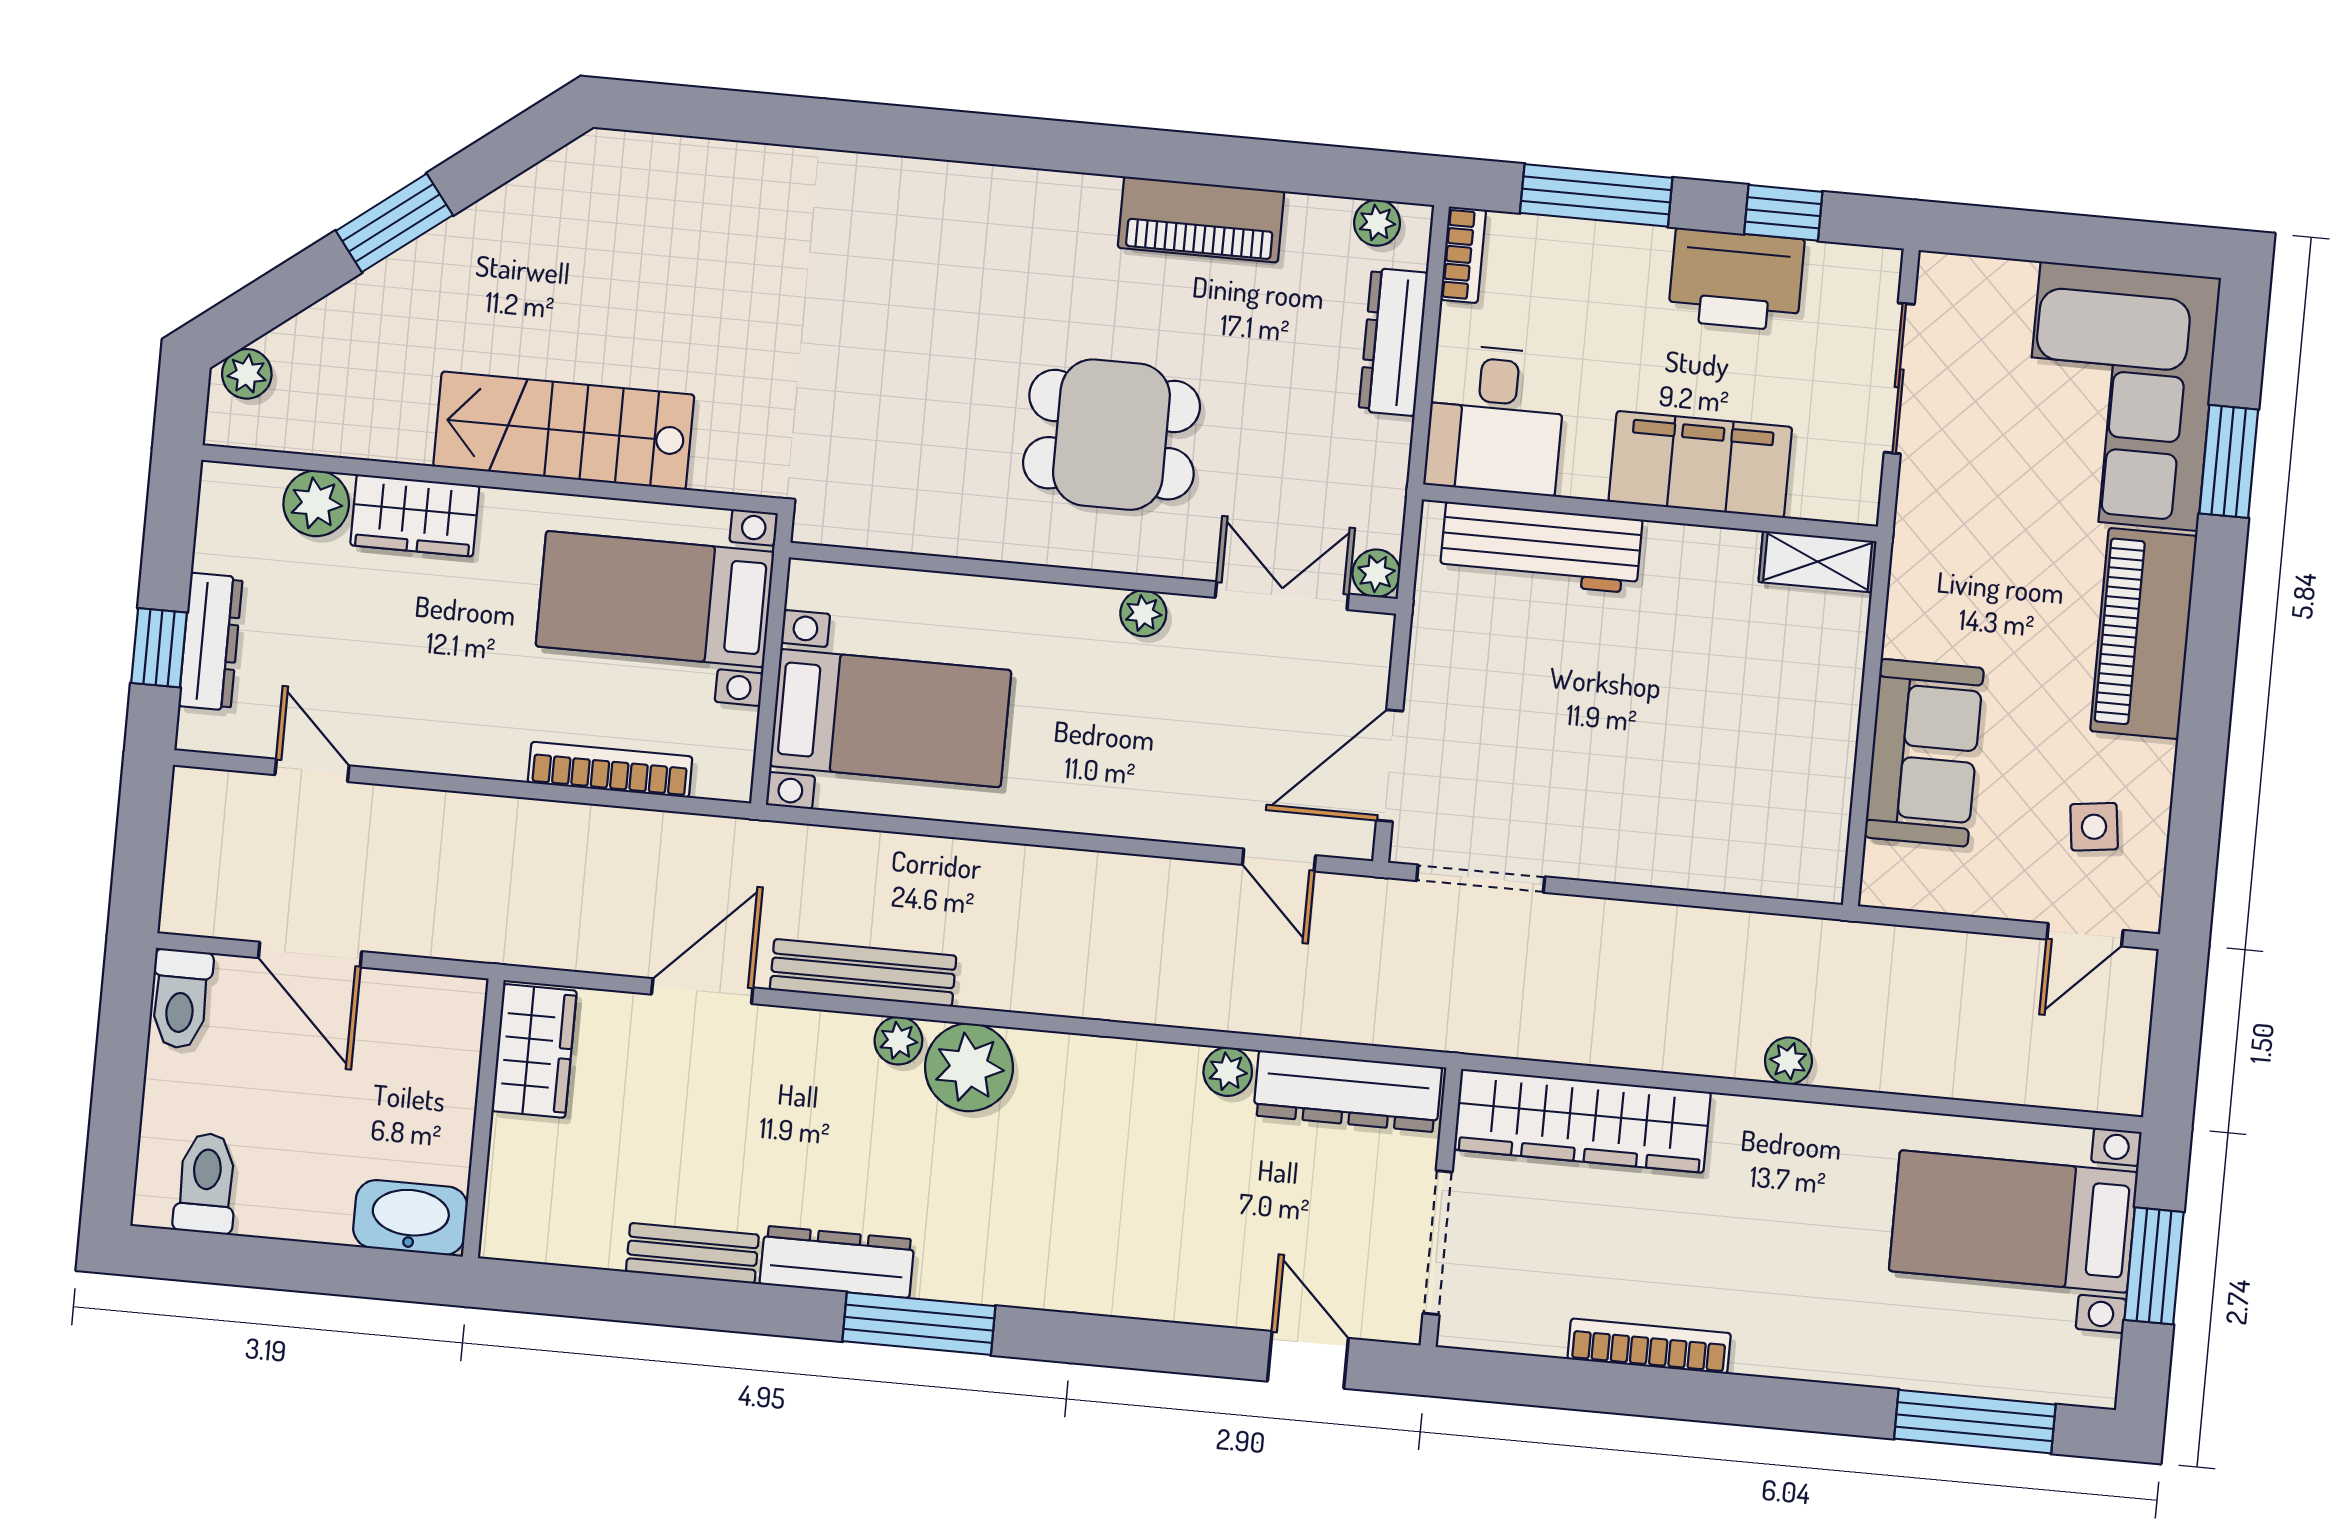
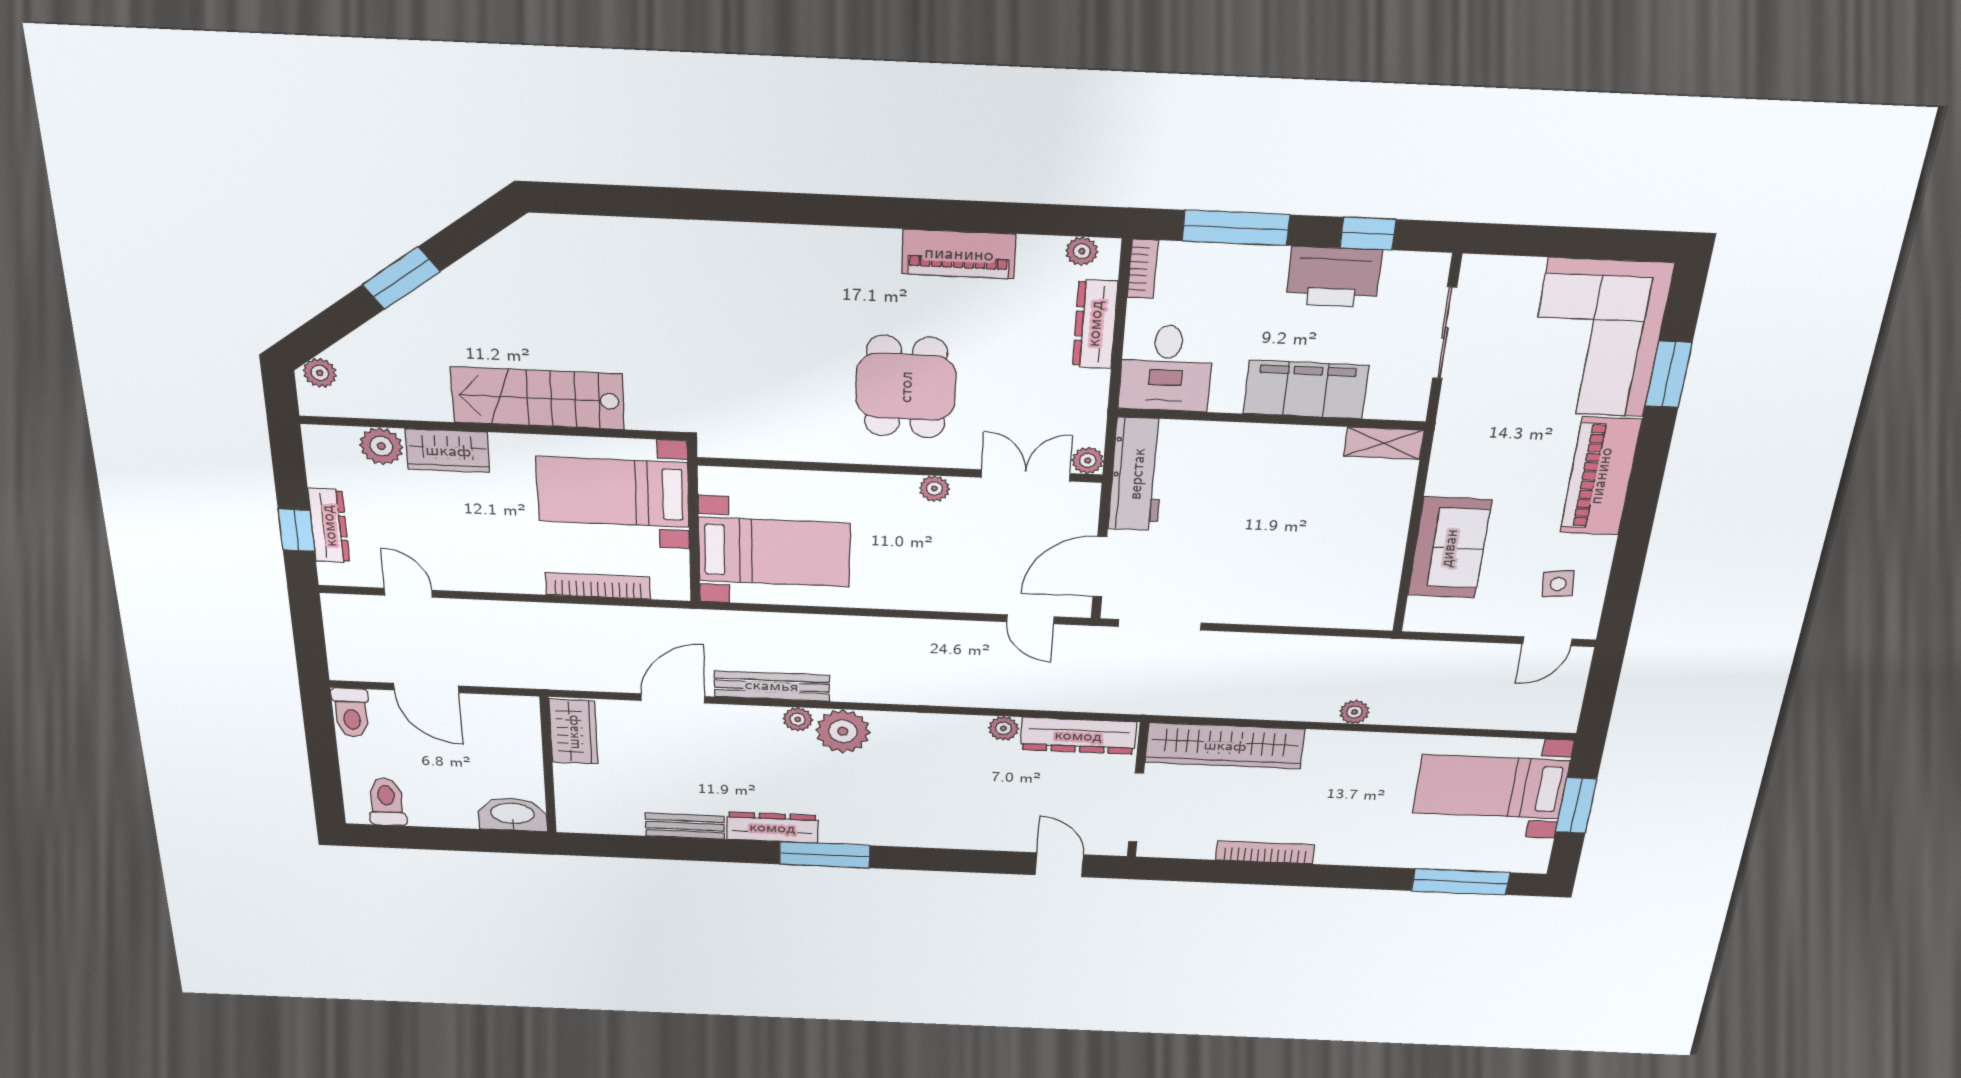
dining table: (1111, 435) -> (906, 387), turned 90
workbench: (1541, 547) -> (1137, 474), moved, turned -90

